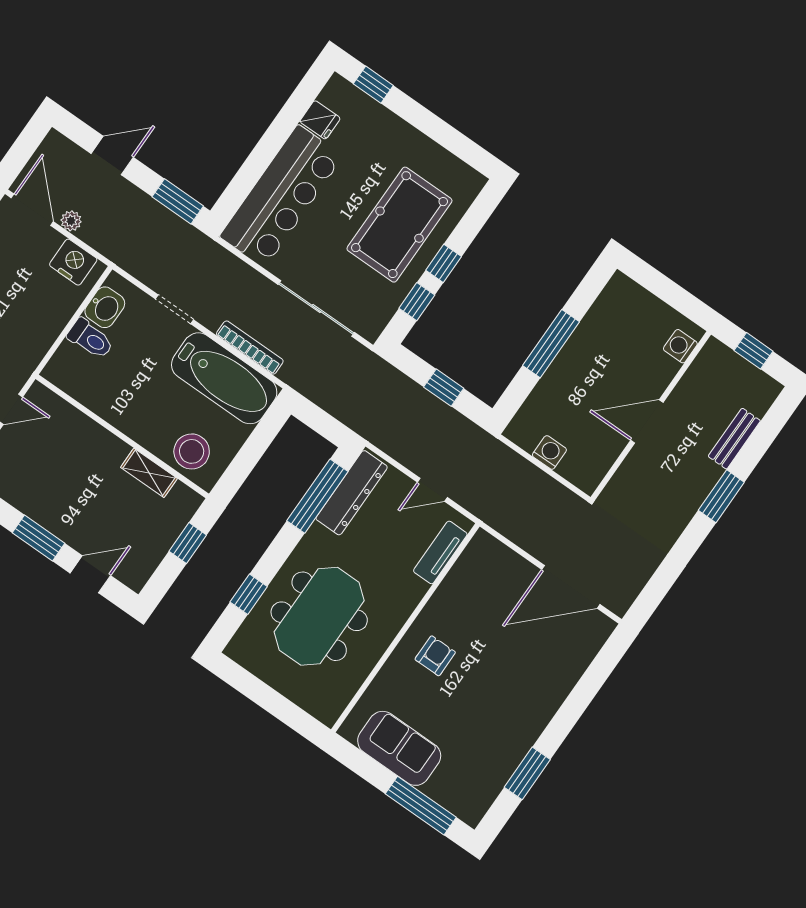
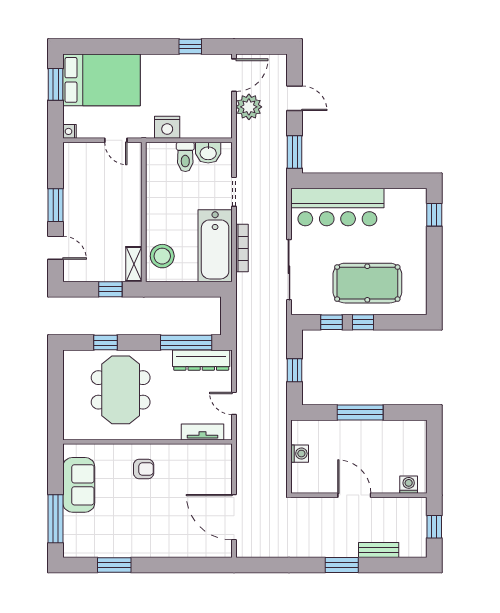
fridge: (320, 120) -> (394, 199), removed
plant: (71, 221) -> (249, 107), width x1.88, depth x1.88
nightstand: (73, 262) -> (167, 127), moved, turned 90
shelving: (149, 473) -> (134, 264), moved
meeting table: (319, 616) -> (121, 390), turned 90

